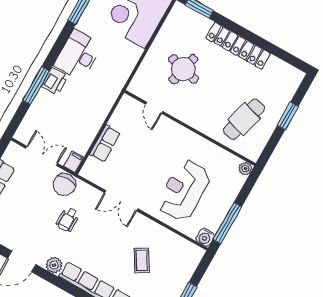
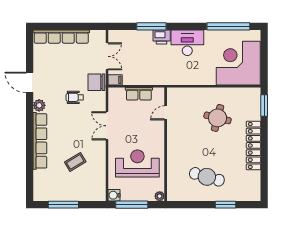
door: (154, 108) -> (166, 113), moved
wall: (190, 128) -> (166, 144), moved
plant: (245, 168) -> (160, 196), moved

